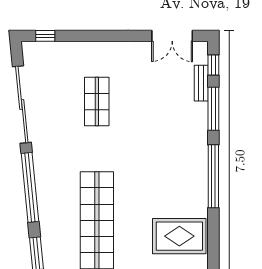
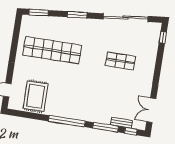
window: (30, 187) -> (77, 15), width x0.47

